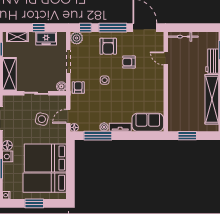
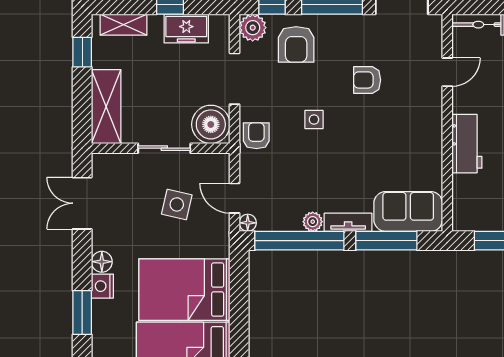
armchair: (108, 46) -> (296, 44), moved
door: (166, 58) -> (447, 72), swing flipped
boiler: (61, 86) -> (211, 124), width x1.86, depth x1.86
workbench: (175, 91) -> (467, 144), added
door: (68, 116) -> (235, 198), hinge flipped
window: (98, 136) -> (299, 241), width x1.46
window: (138, 136) -> (386, 241), added

